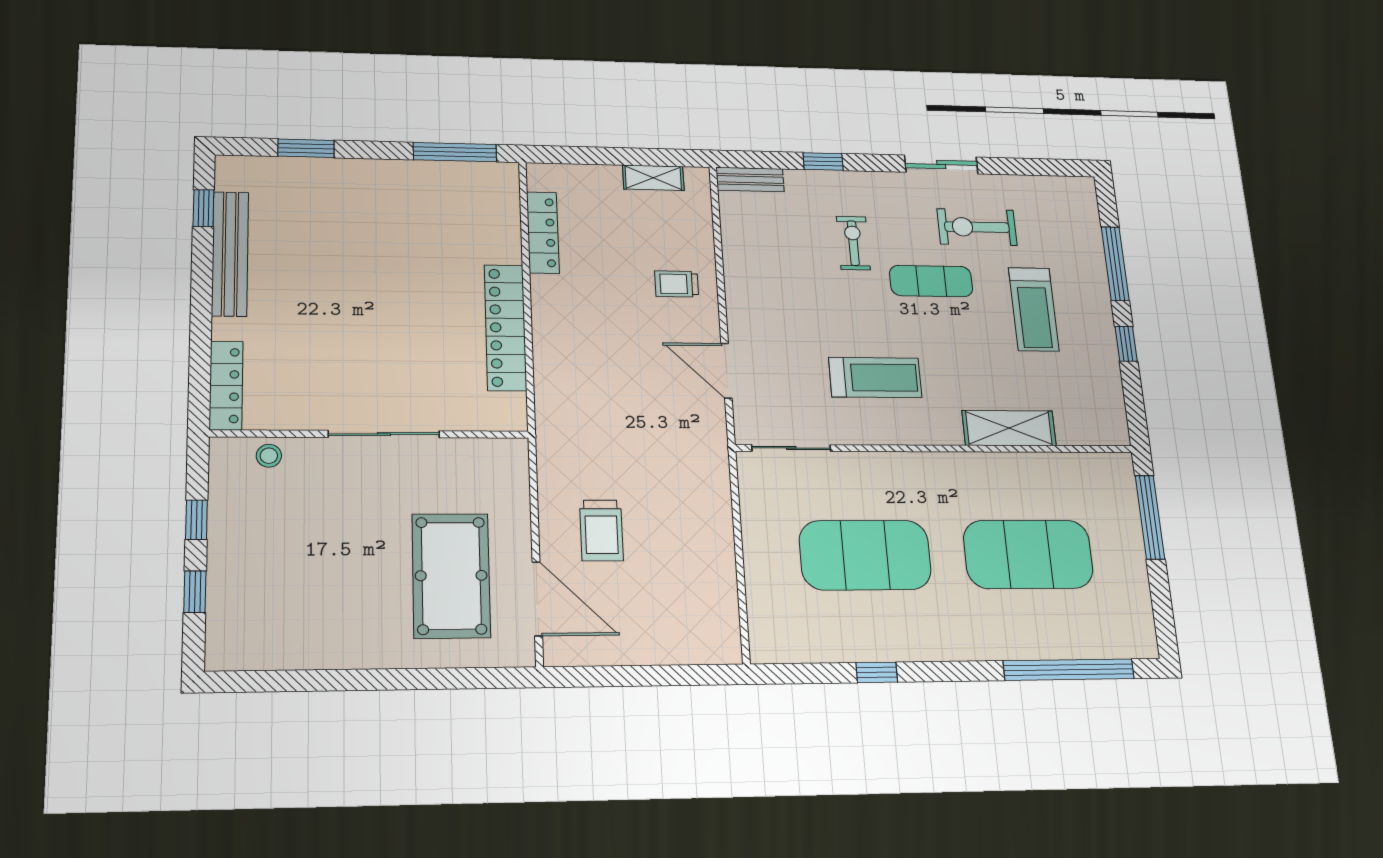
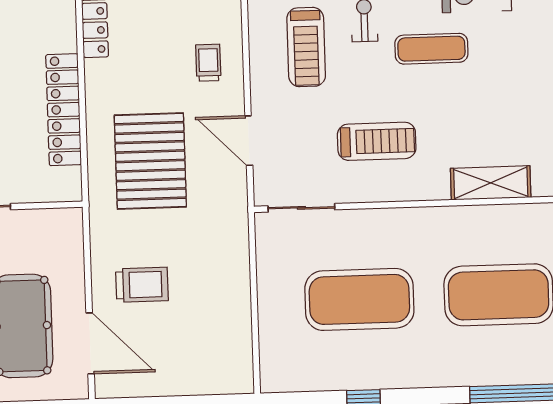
trolley: (677, 284) -> (208, 63), turned 90
treadmill: (1034, 309) -> (306, 47), moved
pallet: (610, 389) -> (150, 161), added
trolley: (601, 530) -> (142, 285), turned -90

